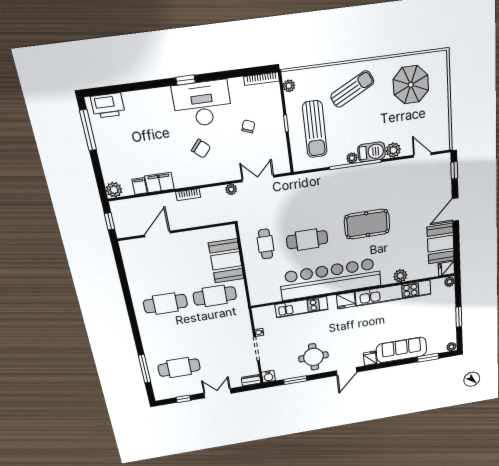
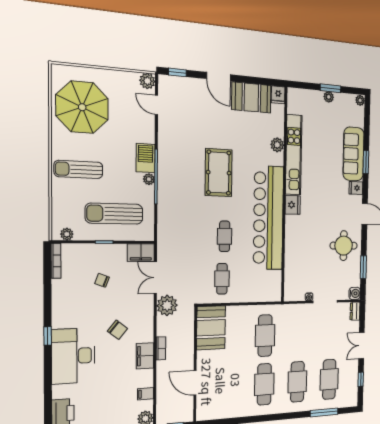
parasol: (411, 85) -> (82, 107), width x1.36, depth x1.36
sun lounger: (352, 89) -> (79, 169), turned -63
desk: (202, 104) -> (73, 356), moved
sun lounger: (315, 129) -> (114, 214), turned 180
chair: (201, 149) -> (118, 330), turned 88
plant: (393, 150) -> (147, 81), moved
door: (422, 155) -> (156, 105), hinge flipped
filing cabinet: (280, 161) -> (141, 253), added
filing cabinet: (160, 182) -> (145, 356), moved
plant: (231, 189) -> (167, 305), width x1.88, depth x1.88
cafe table: (307, 240) -> (225, 236), width x0.73, depth x0.74
cafe table: (266, 244) -> (222, 279), turned 90
booth: (226, 261) -> (211, 328), moved, turned 90
plant: (449, 282) -> (329, 97), moved
kitchen unit: (302, 307) -> (291, 251), removed
cafe table: (172, 336) -> (297, 382), added
window: (428, 358) -> (366, 162), moved

